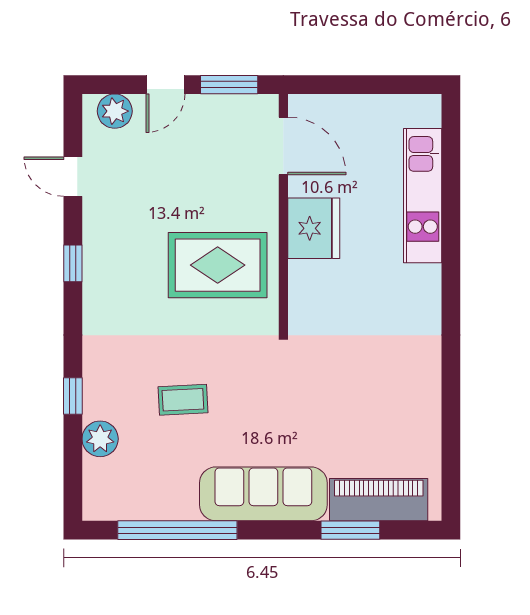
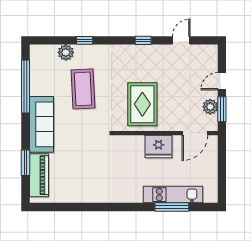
door: (165, 85) -> (222, 81), hinge flipped
plant: (115, 111) -> (210, 107), moved
window: (451, 198) -> (172, 207), added
coffee table: (183, 400) -> (83, 89), width x1.86, depth x1.72

